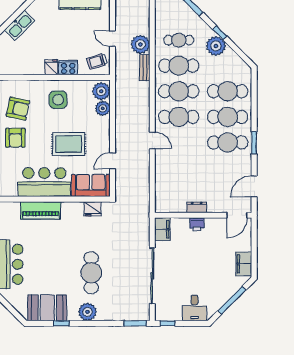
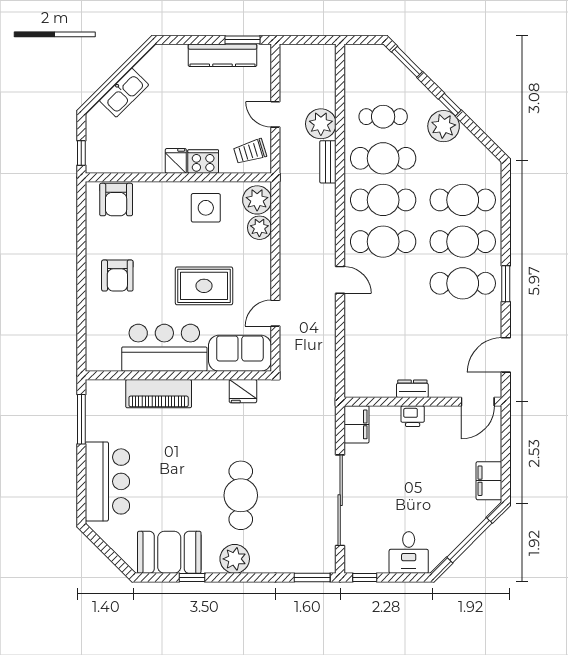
side table: (58, 100) -> (206, 208), moved
armchair: (18, 109) -> (116, 200), moved, turned 78

